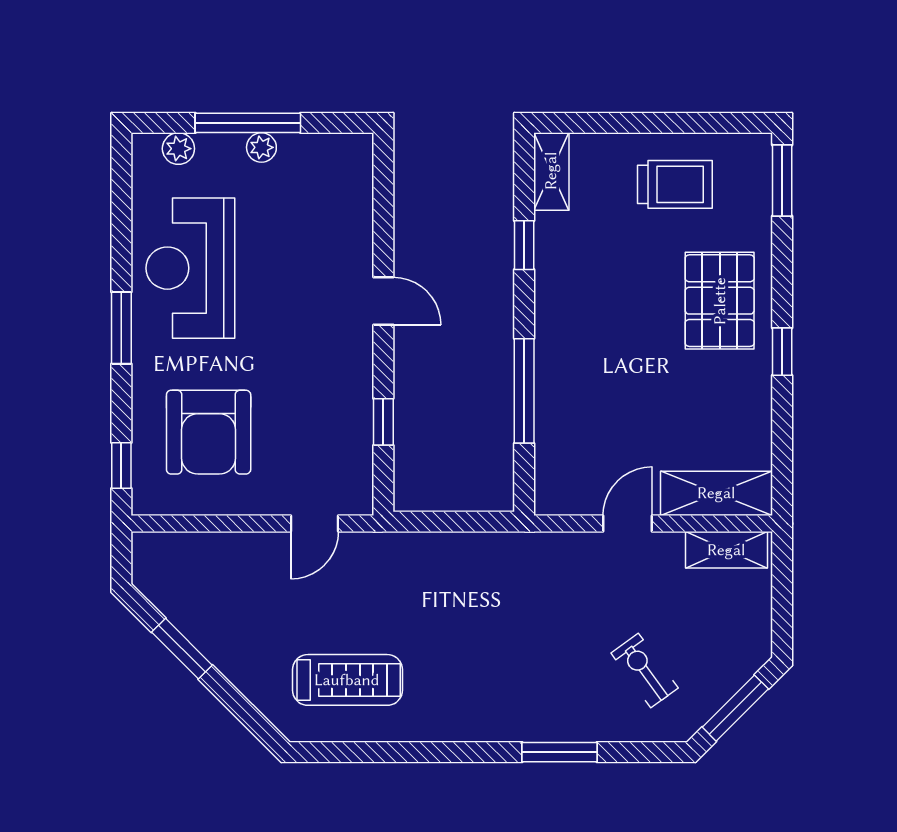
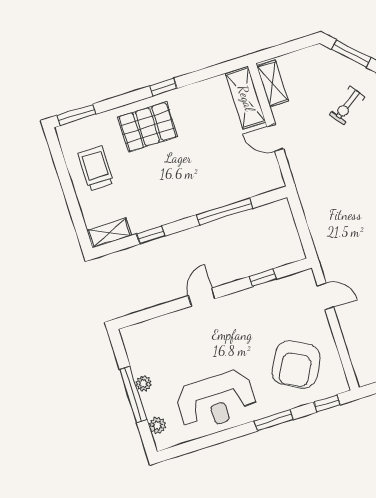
window: (121, 328) -> (274, 420), moved
armchair: (209, 432) -> (296, 365), turned 119

